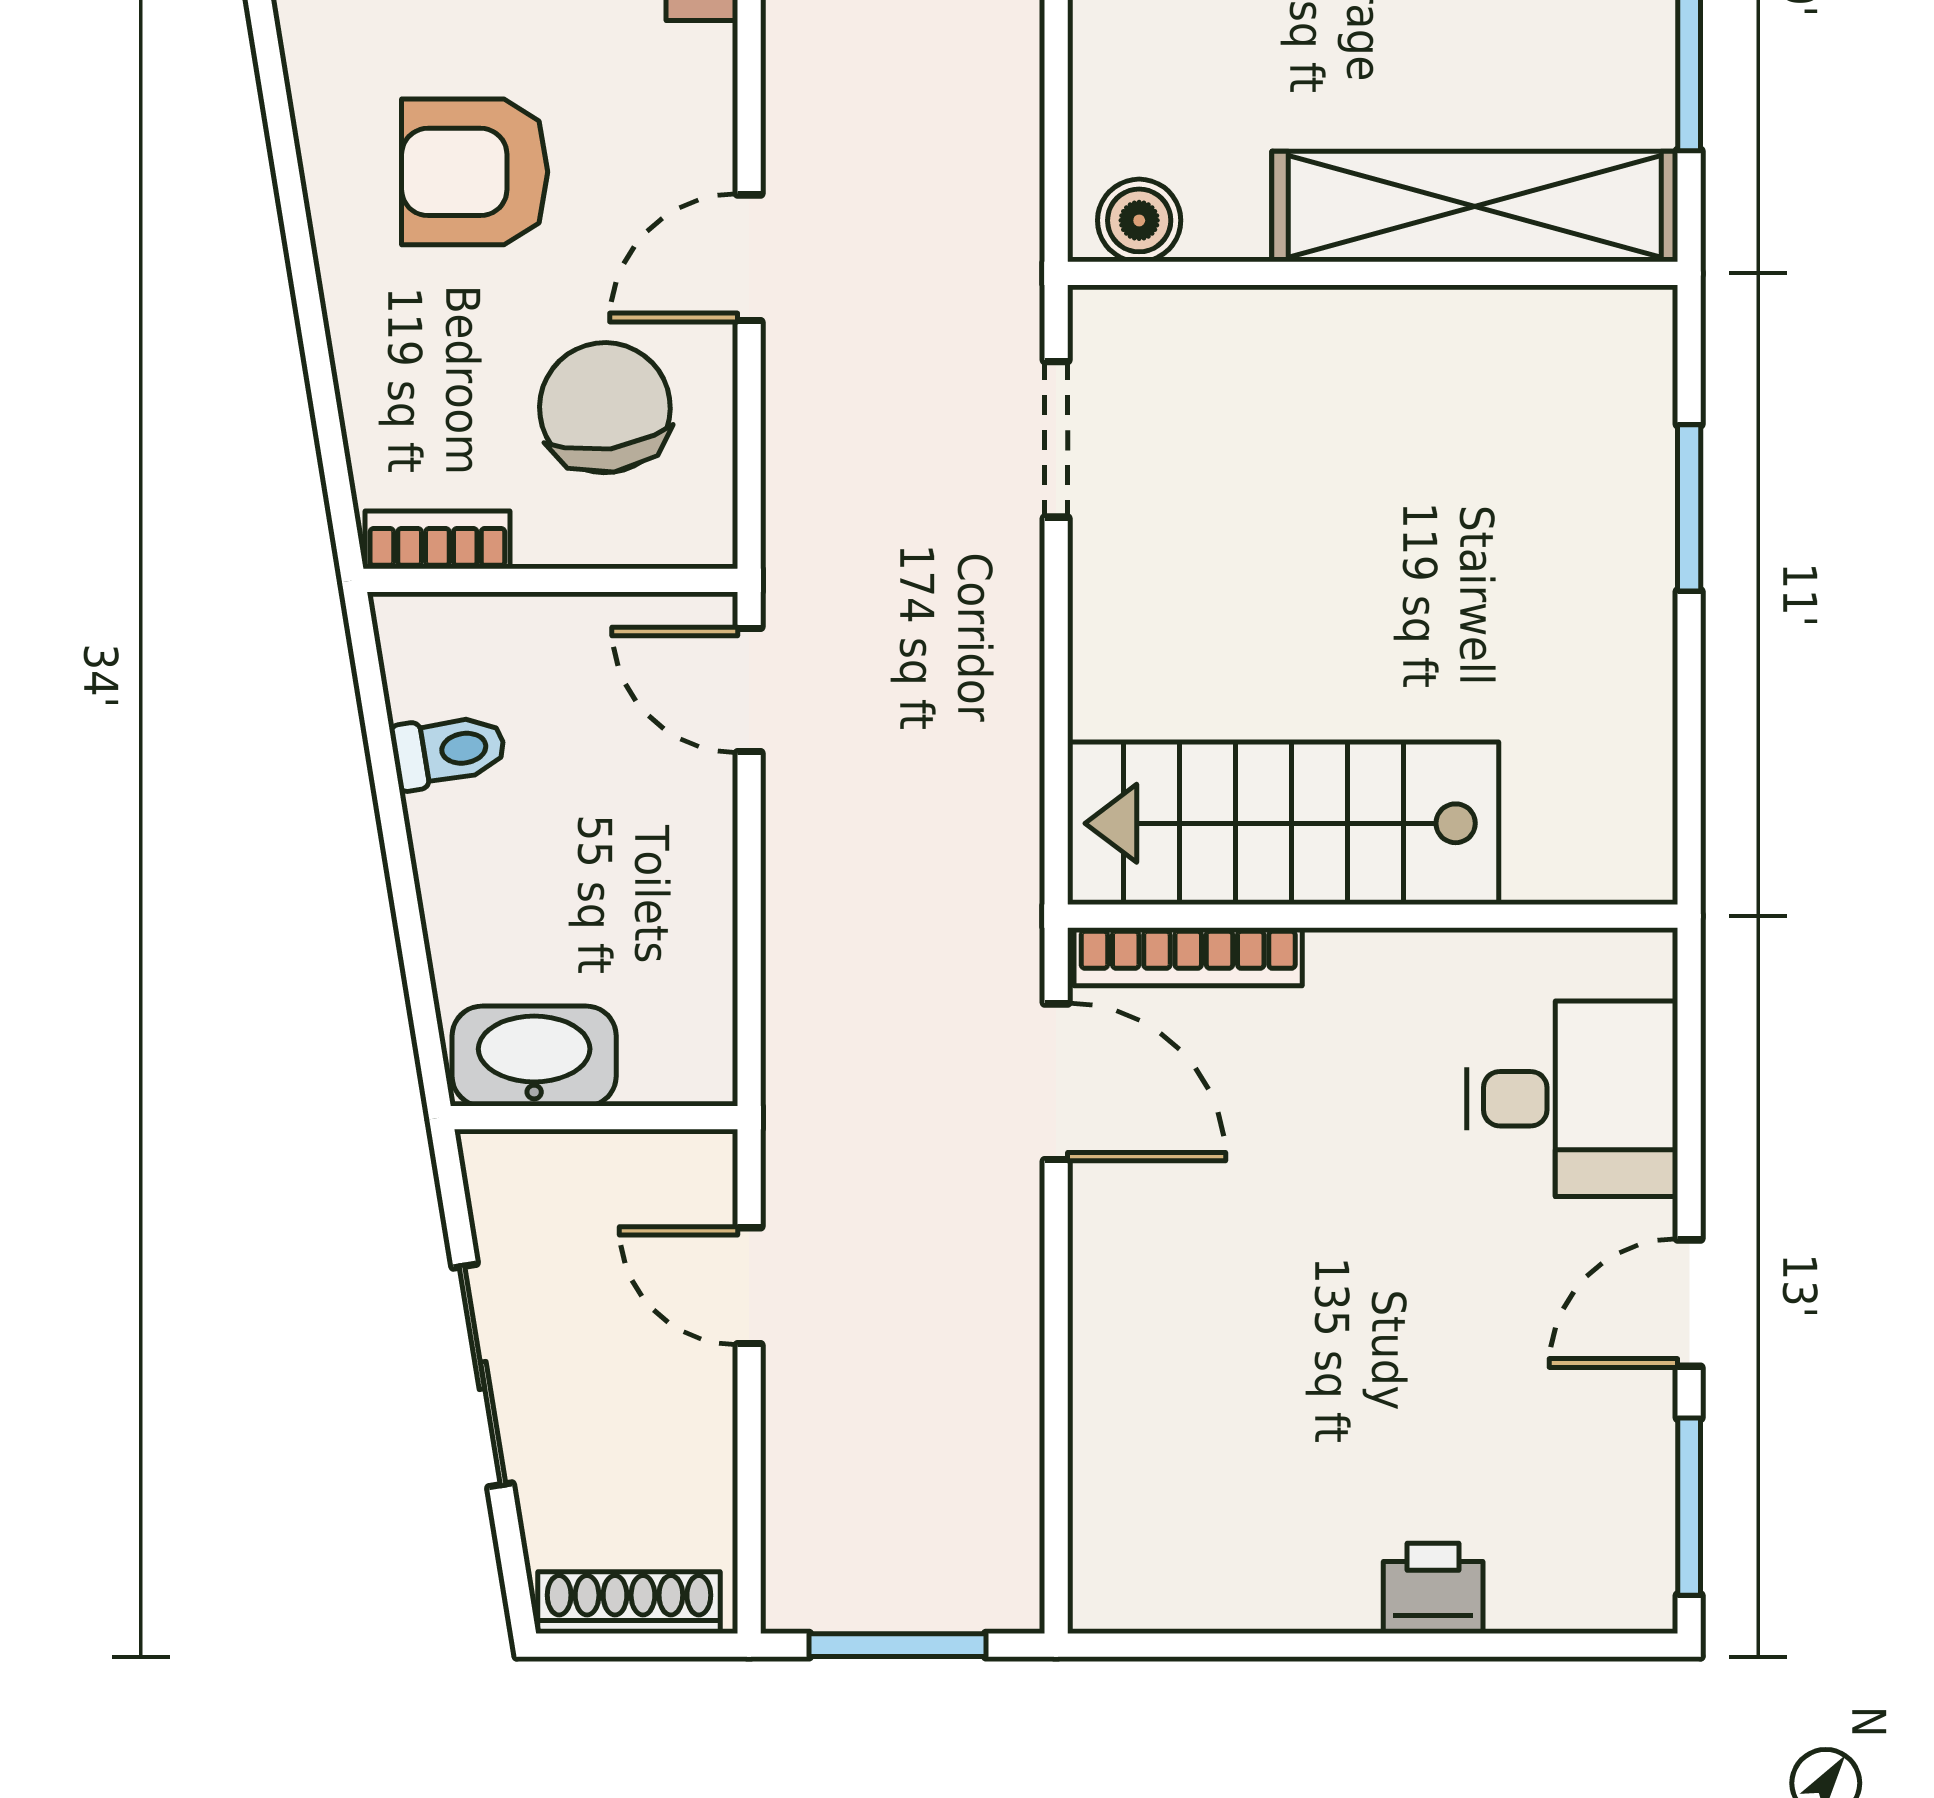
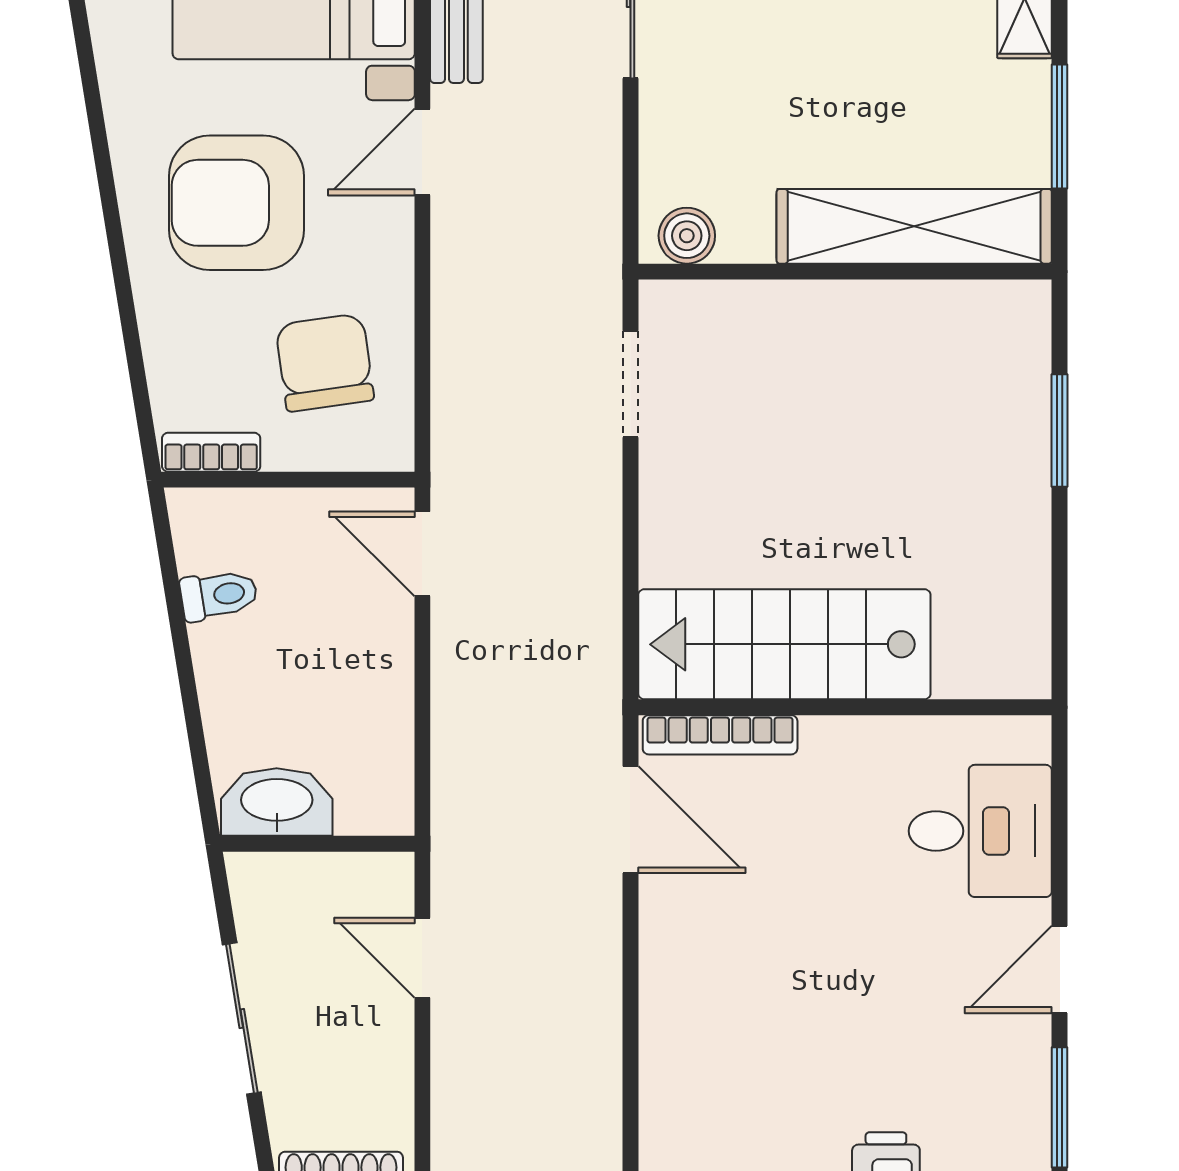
armchair: (475, 172) -> (236, 203), width x1.36, depth x1.36
door: (749, 258) -> (422, 152), moved

